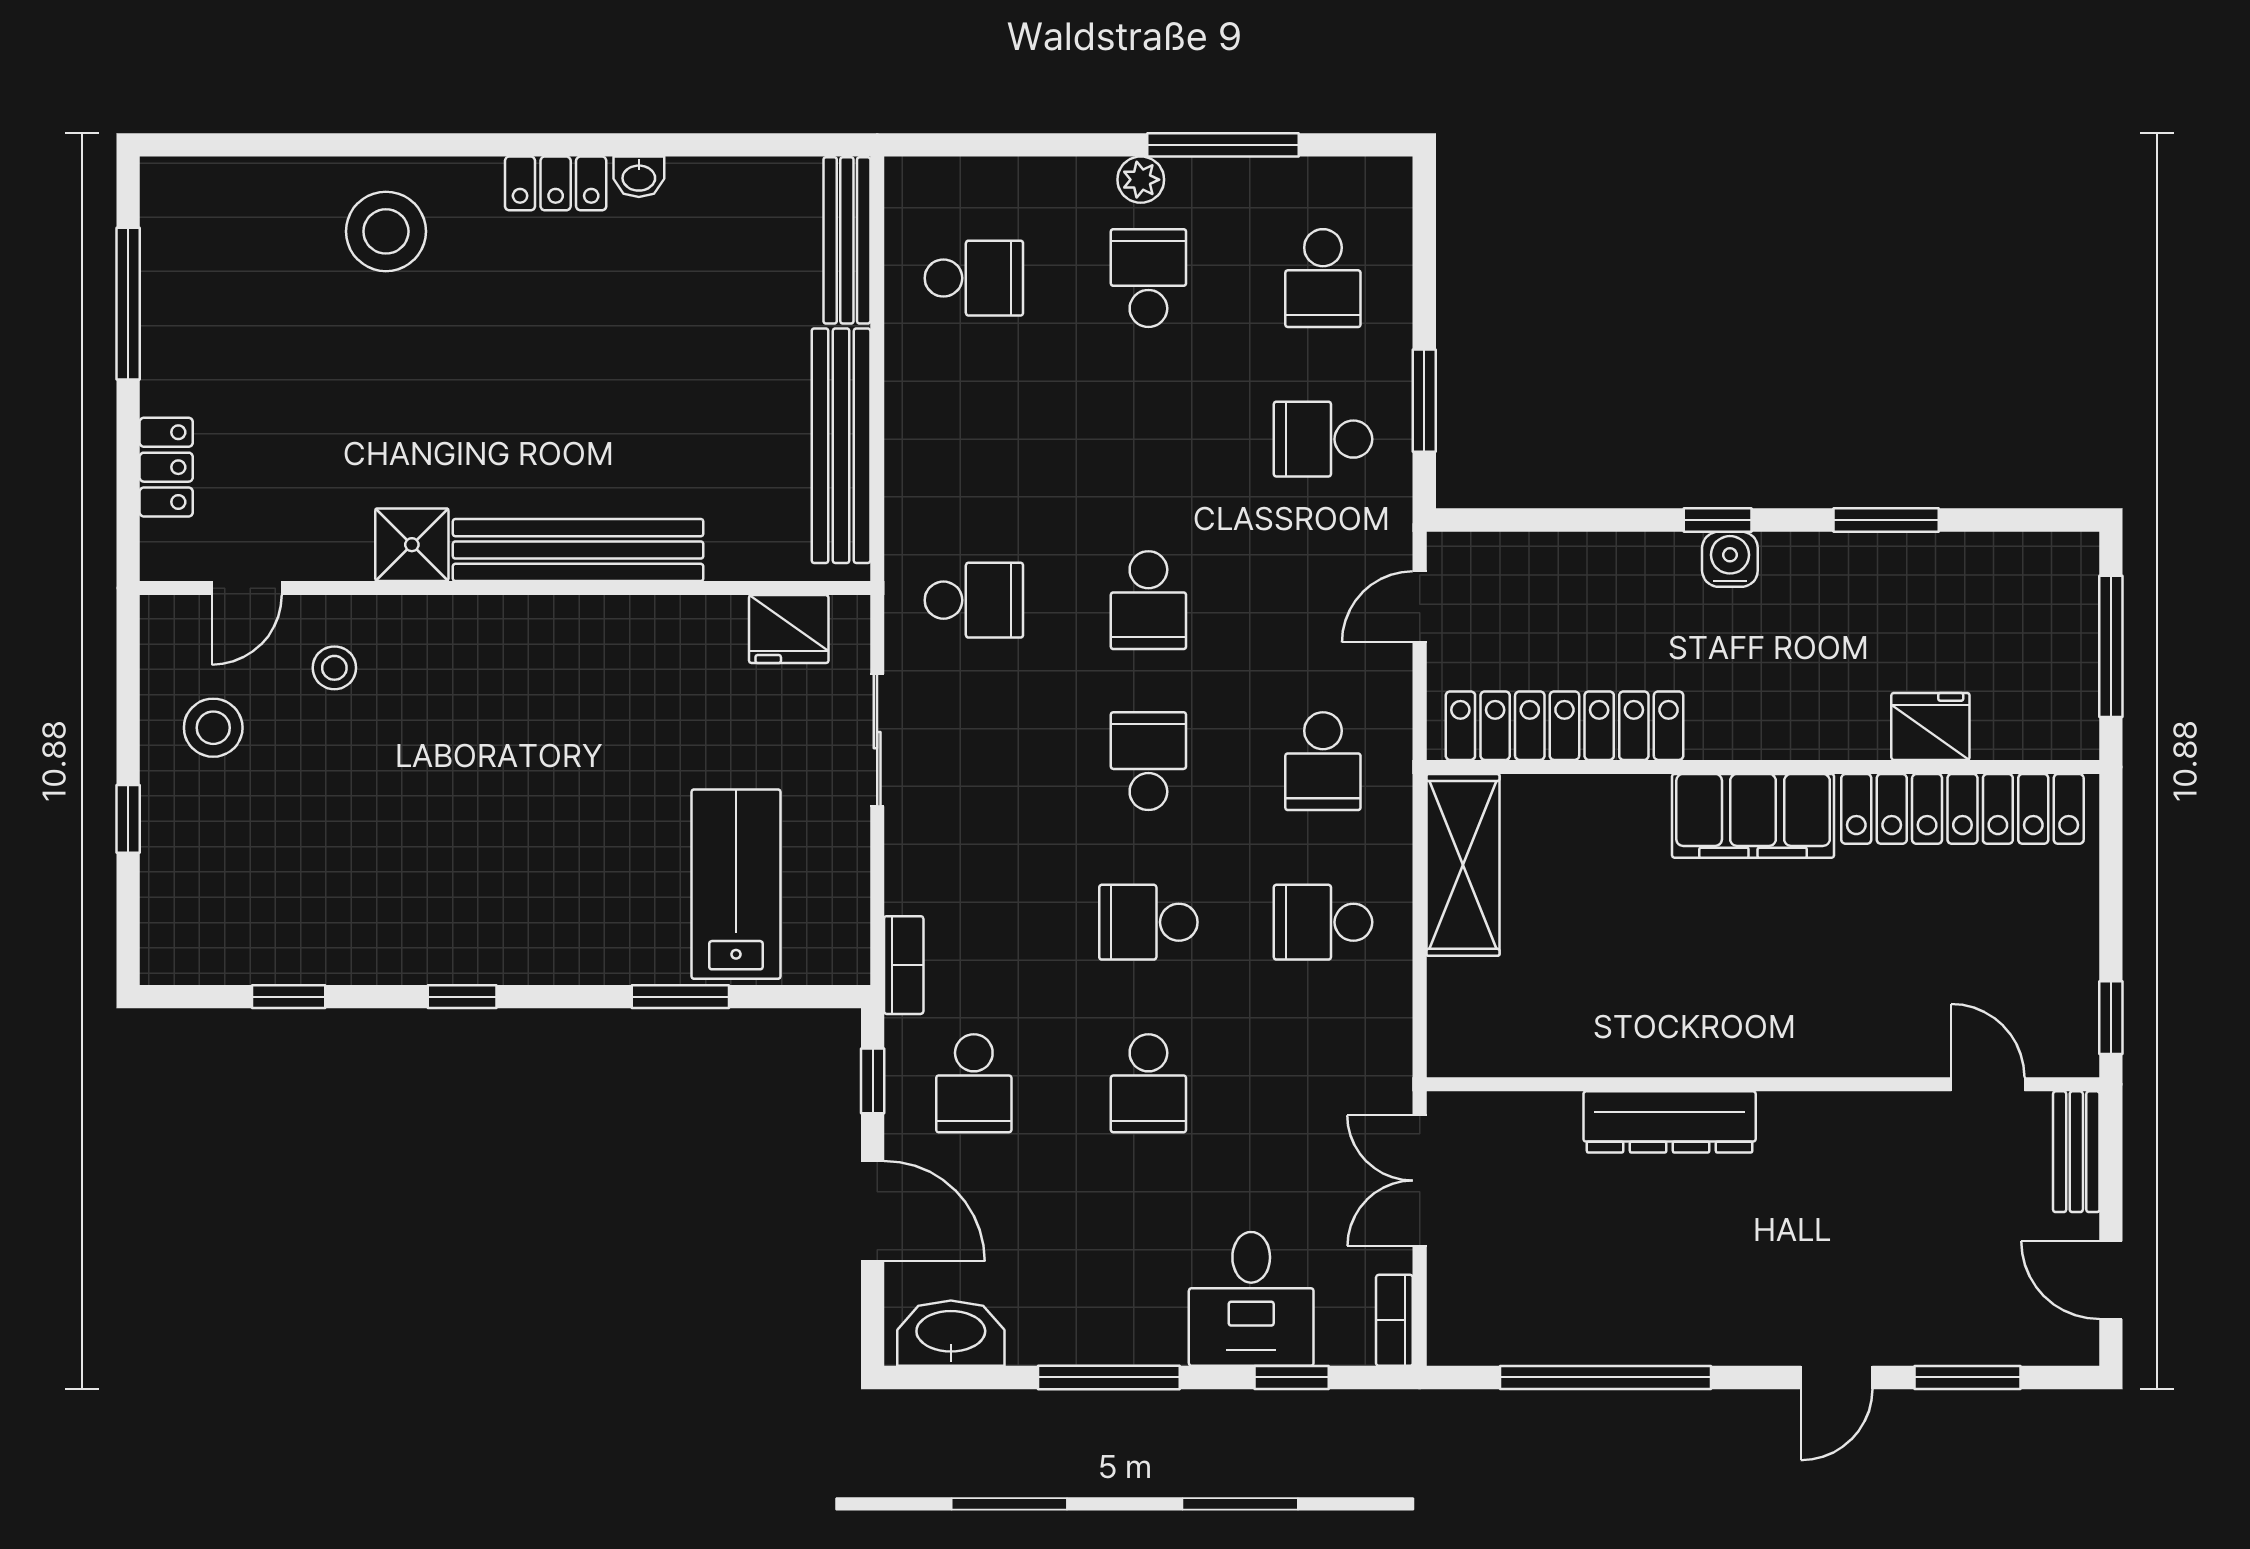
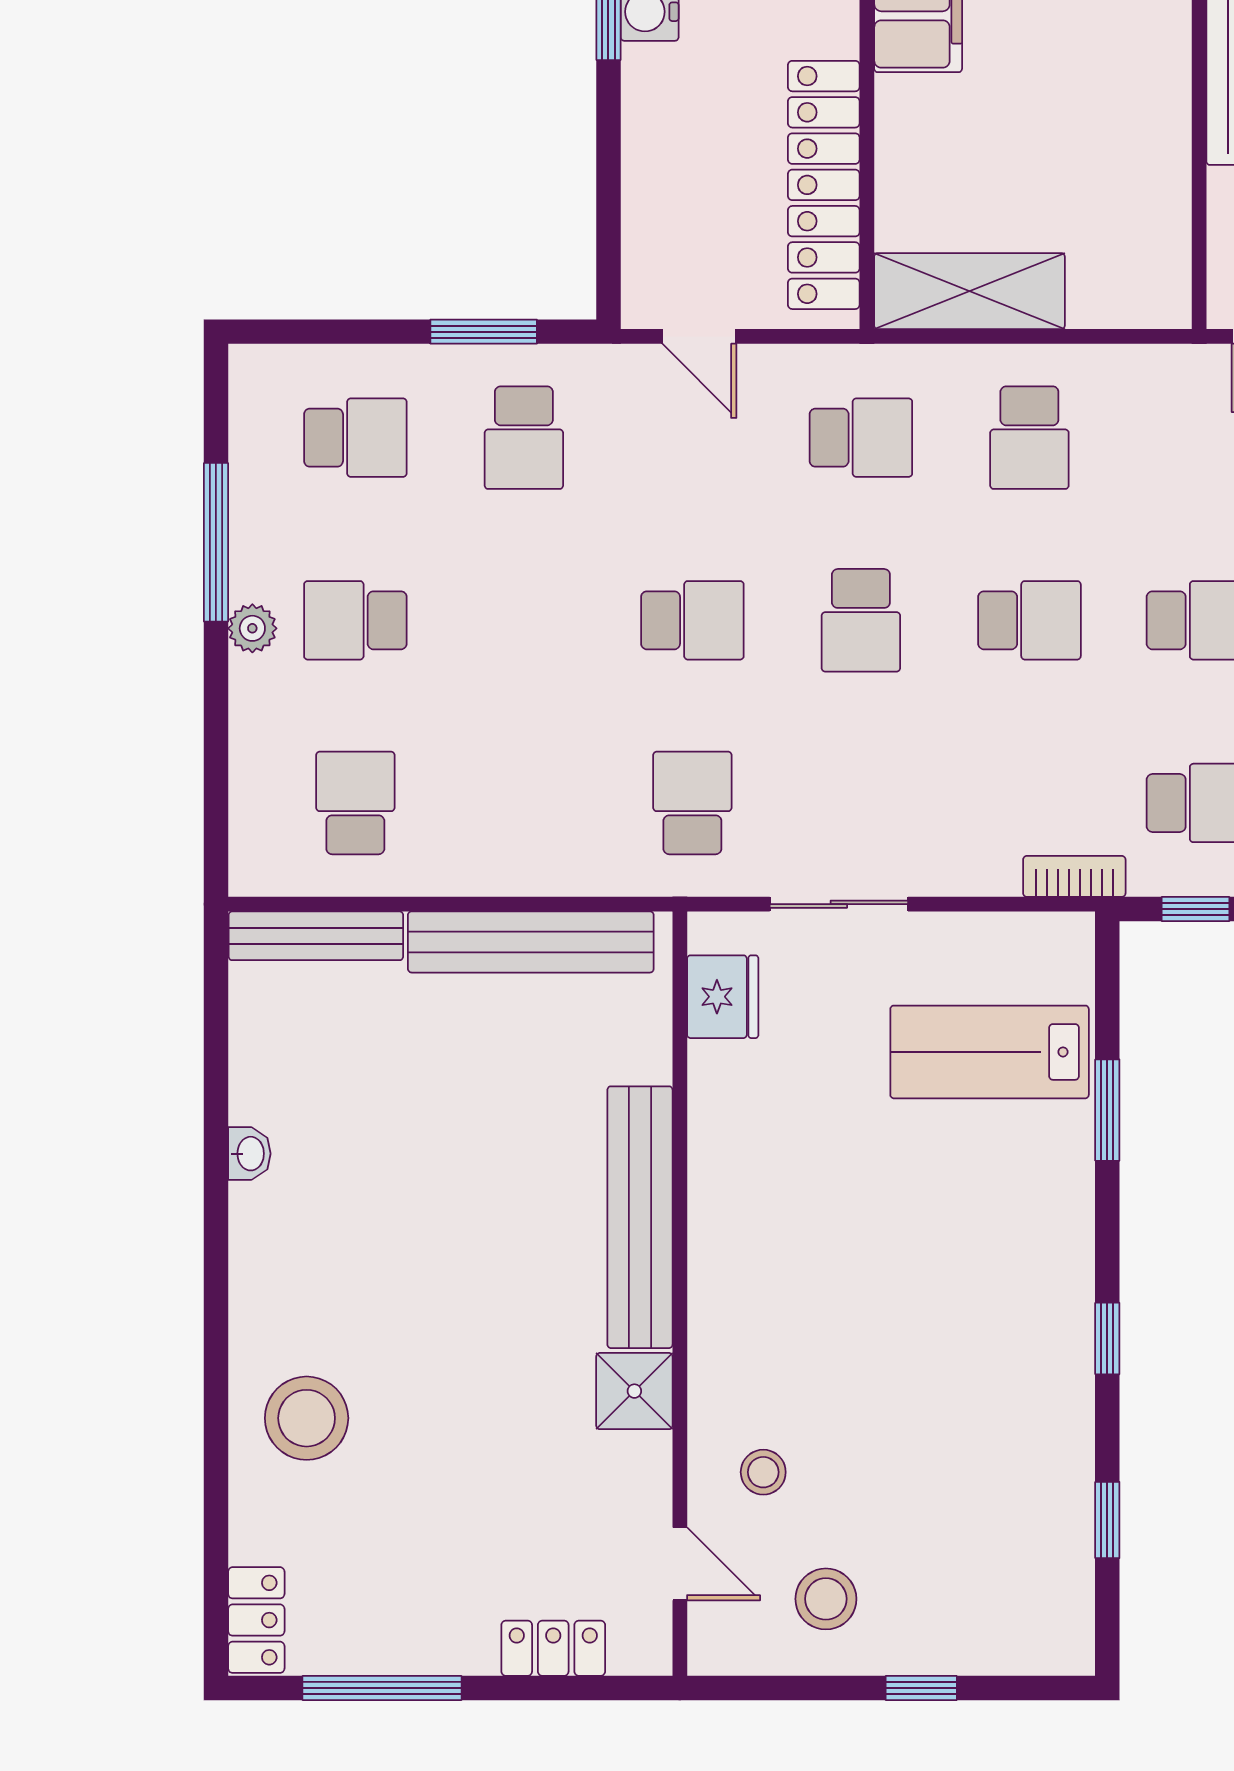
locker: (556, 183) -> (256, 1620), moved
school desk: (1148, 761) -> (861, 620), turned -90
school desk: (1148, 922) -> (1029, 620), turned -90

